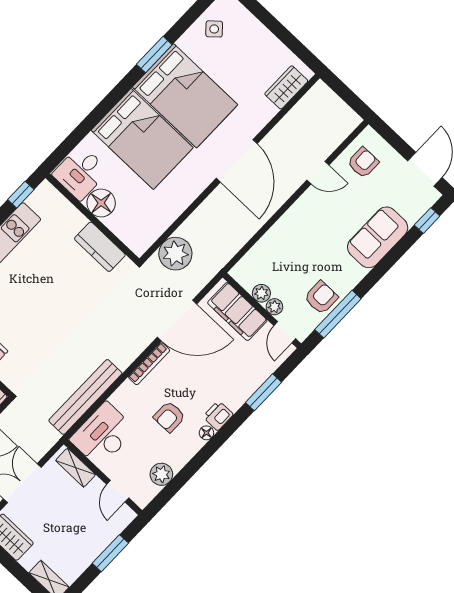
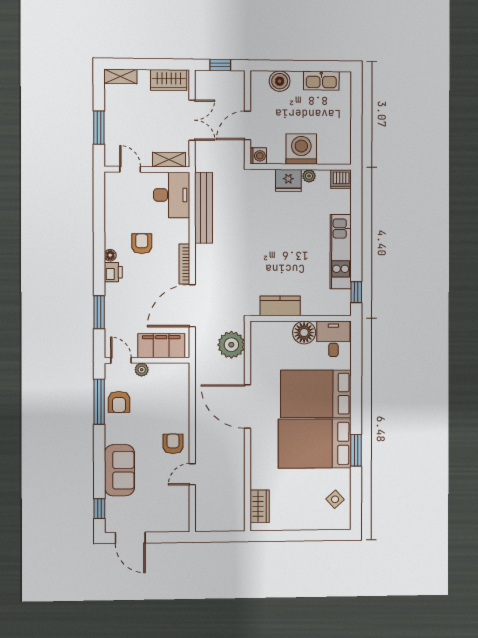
door: (237, 161) -> (247, 407), moved
armchair: (363, 163) -> (173, 444), moved, turned 180
plant: (261, 293) -> (157, 370), removed
plant: (161, 474) -> (113, 204), removed

